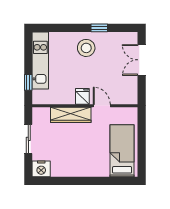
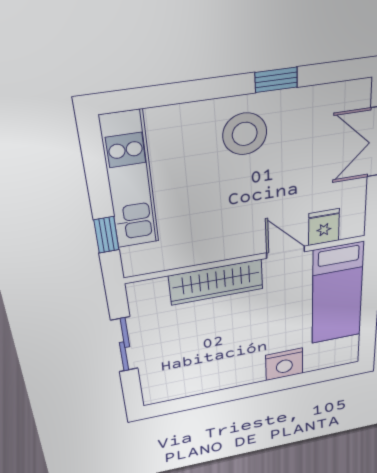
fridge: (82, 96) -> (324, 227), moved
bed: (122, 151) -> (338, 294), moved, turned 180
nightstand: (41, 169) -> (284, 364), moved

